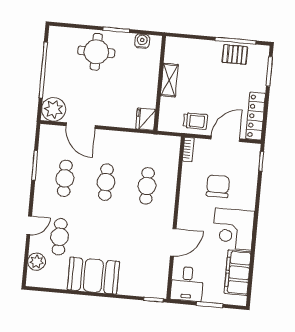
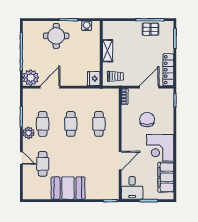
trolley: (195, 121) -> (115, 76), moved
door: (80, 126) -> (50, 87), swing flipped
door: (29, 225) -> (21, 158), hinge flipped
plant: (37, 262) -> (29, 133), moved

